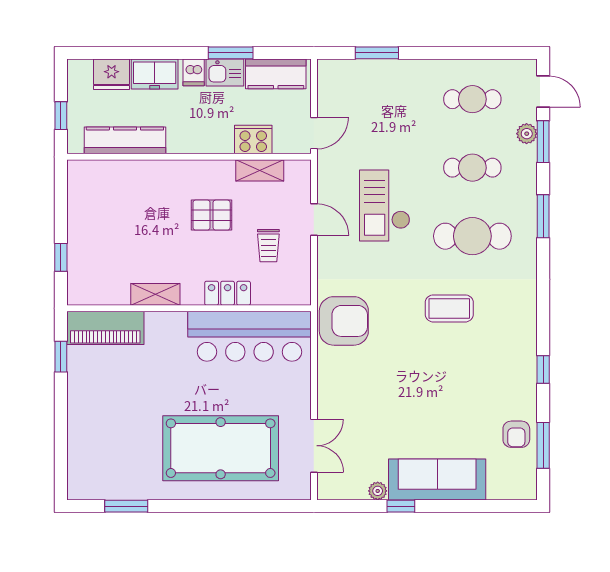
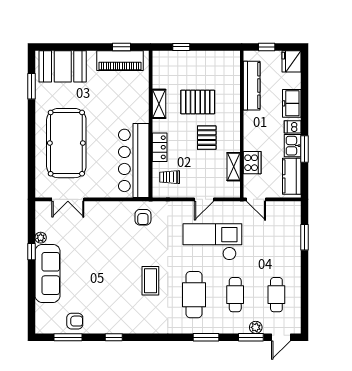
fridge: (112, 74) -> (292, 61), moved
checkout: (385, 206) -> (212, 242), width x1.36, depth x1.21
pallet: (152, 230) -> (198, 102), added
trolley: (268, 246) -> (170, 177), moved
armchair: (344, 321) -> (143, 217), width x0.53, depth x0.53
piano: (105, 328) -> (120, 61), moved, turned -90
armchair: (516, 434) -> (75, 321), turned 180
booth: (93, 454) -> (63, 66), added

